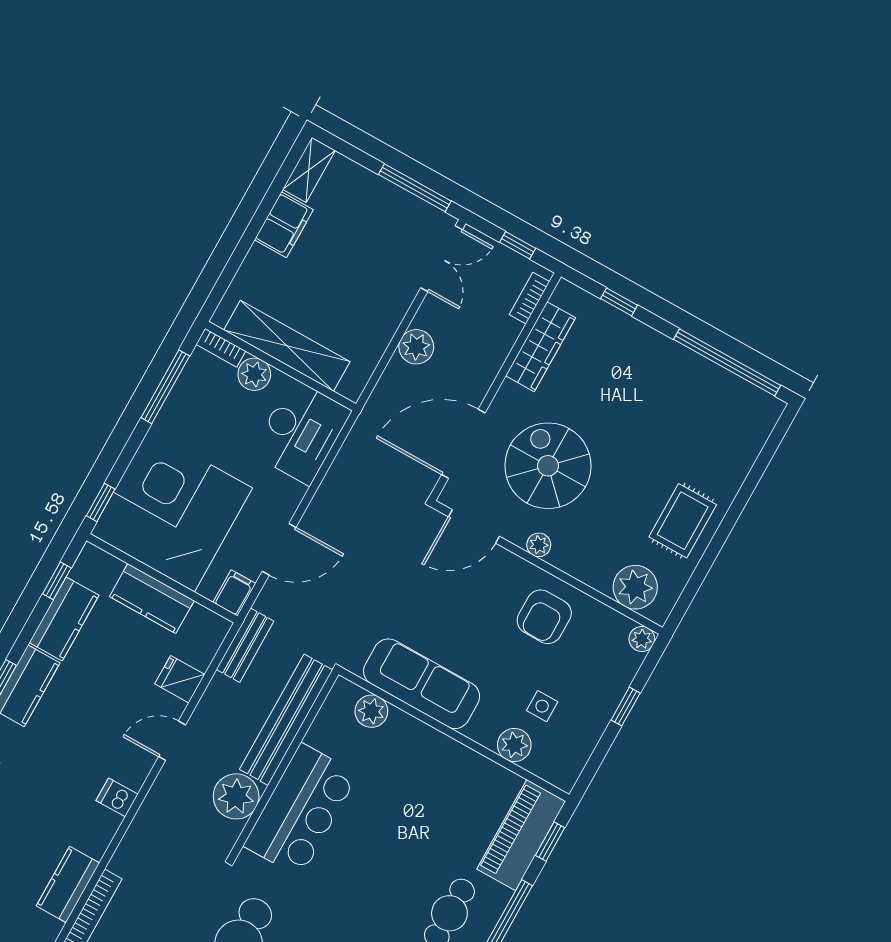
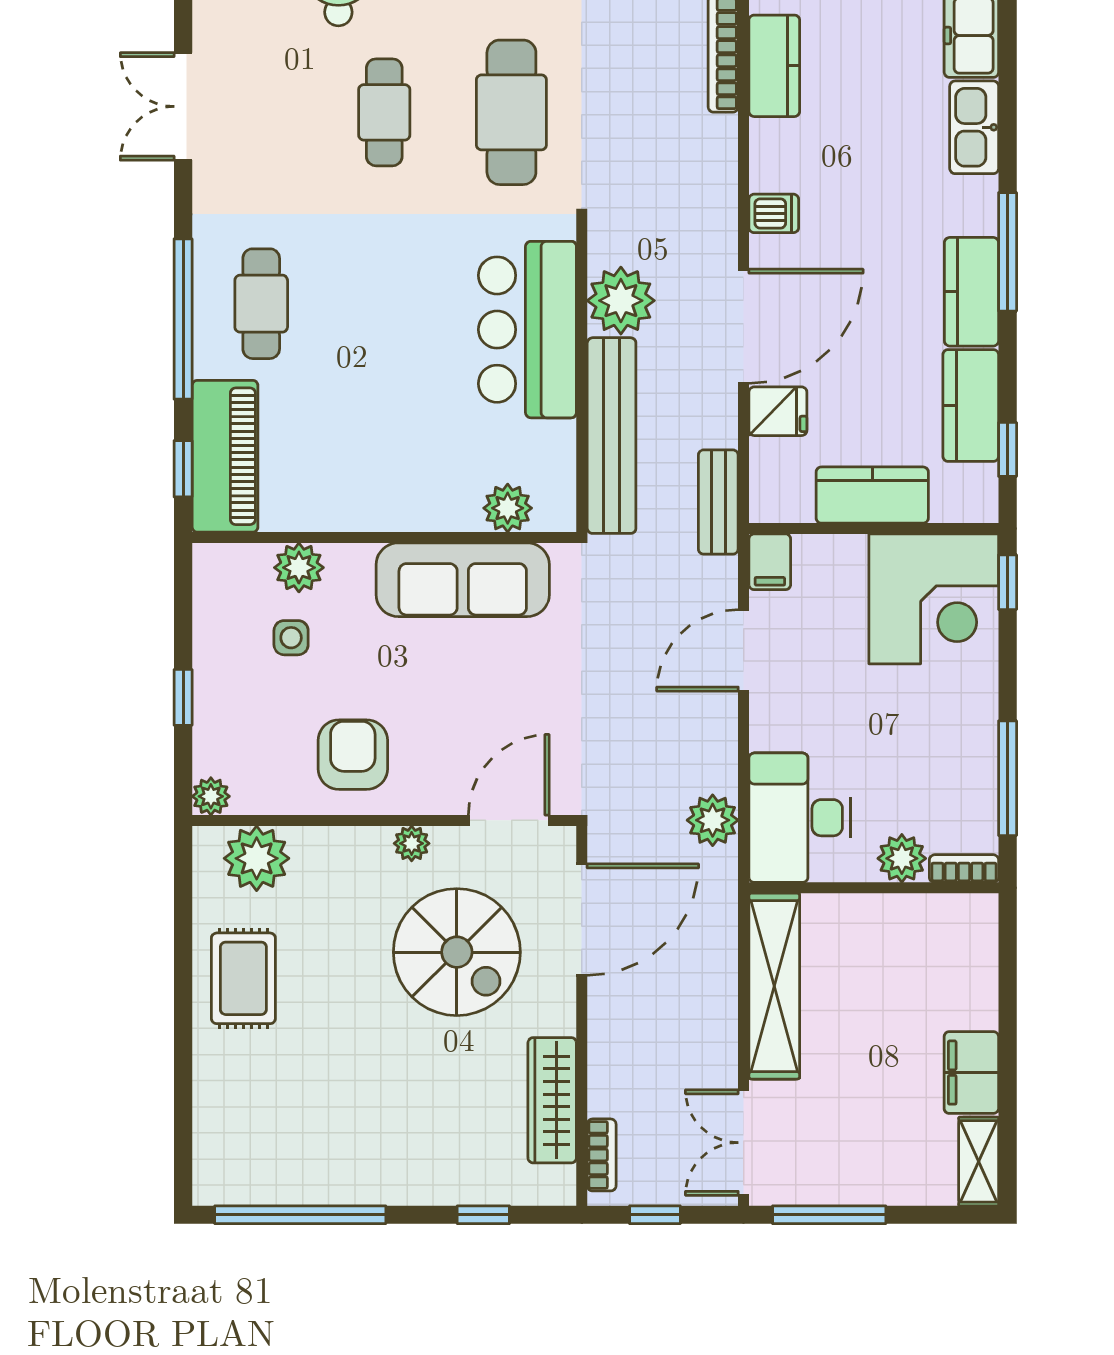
shelving: (287, 346) -> (774, 986), moved, turned 90
plant: (416, 347) -> (713, 820), moved
corner desk: (171, 511) -> (934, 599), width x0.74, depth x0.74
door: (172, 741) -> (744, 326), width x1.88

